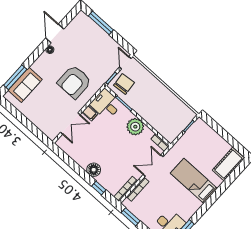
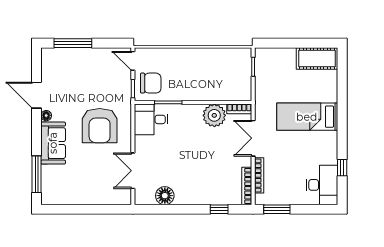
chair: (124, 84) -> (151, 83), turned 95
sofa: (25, 85) -> (53, 143), moved
filing cabinet: (90, 113) -> (143, 143), removed
double door: (70, 124) -> (133, 171), swing flipped
plant: (135, 127) -> (214, 115), moved
cot: (228, 164) -> (317, 58), moved, turned 90
floor lamp: (94, 170) -> (165, 196), moved

